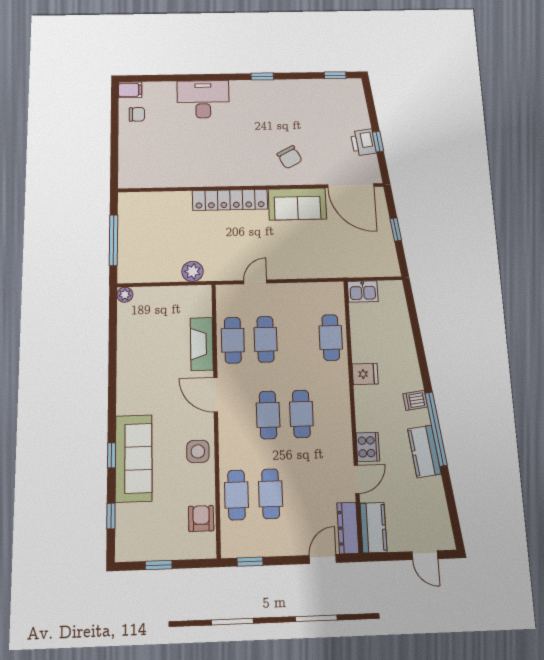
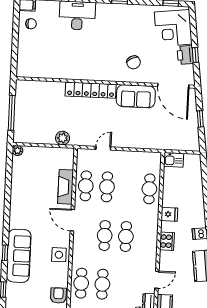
corner desk: (342, 108) -> (173, 28), added
cooker: (368, 447) -> (167, 241), moved

